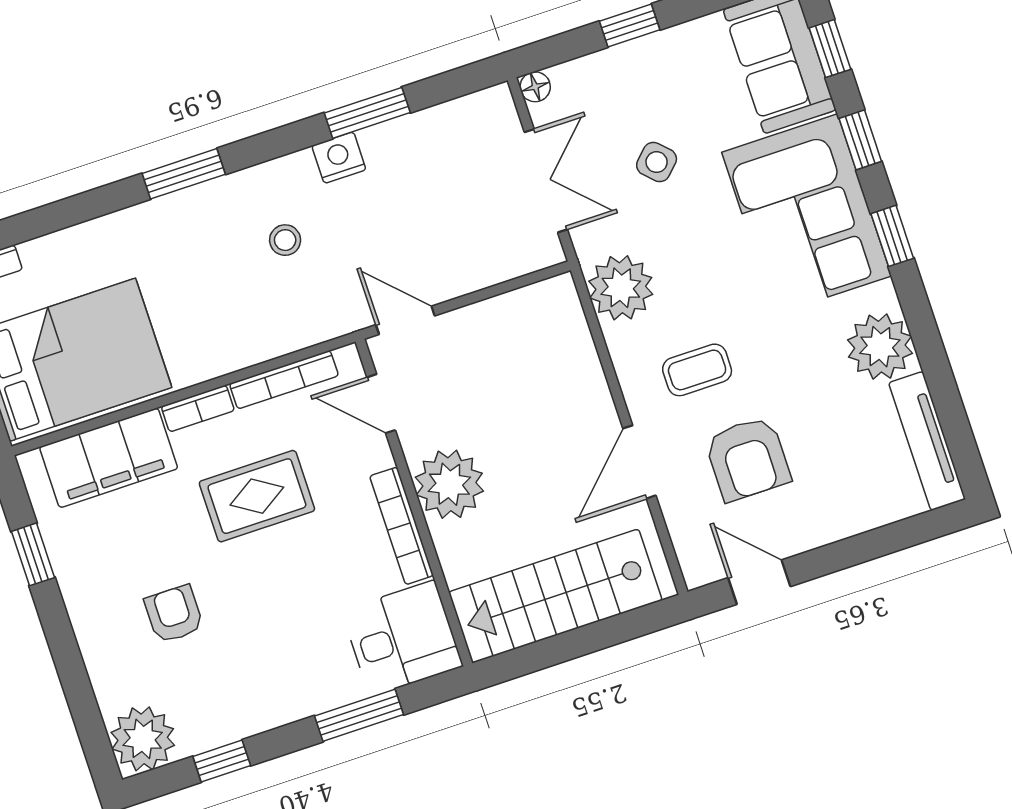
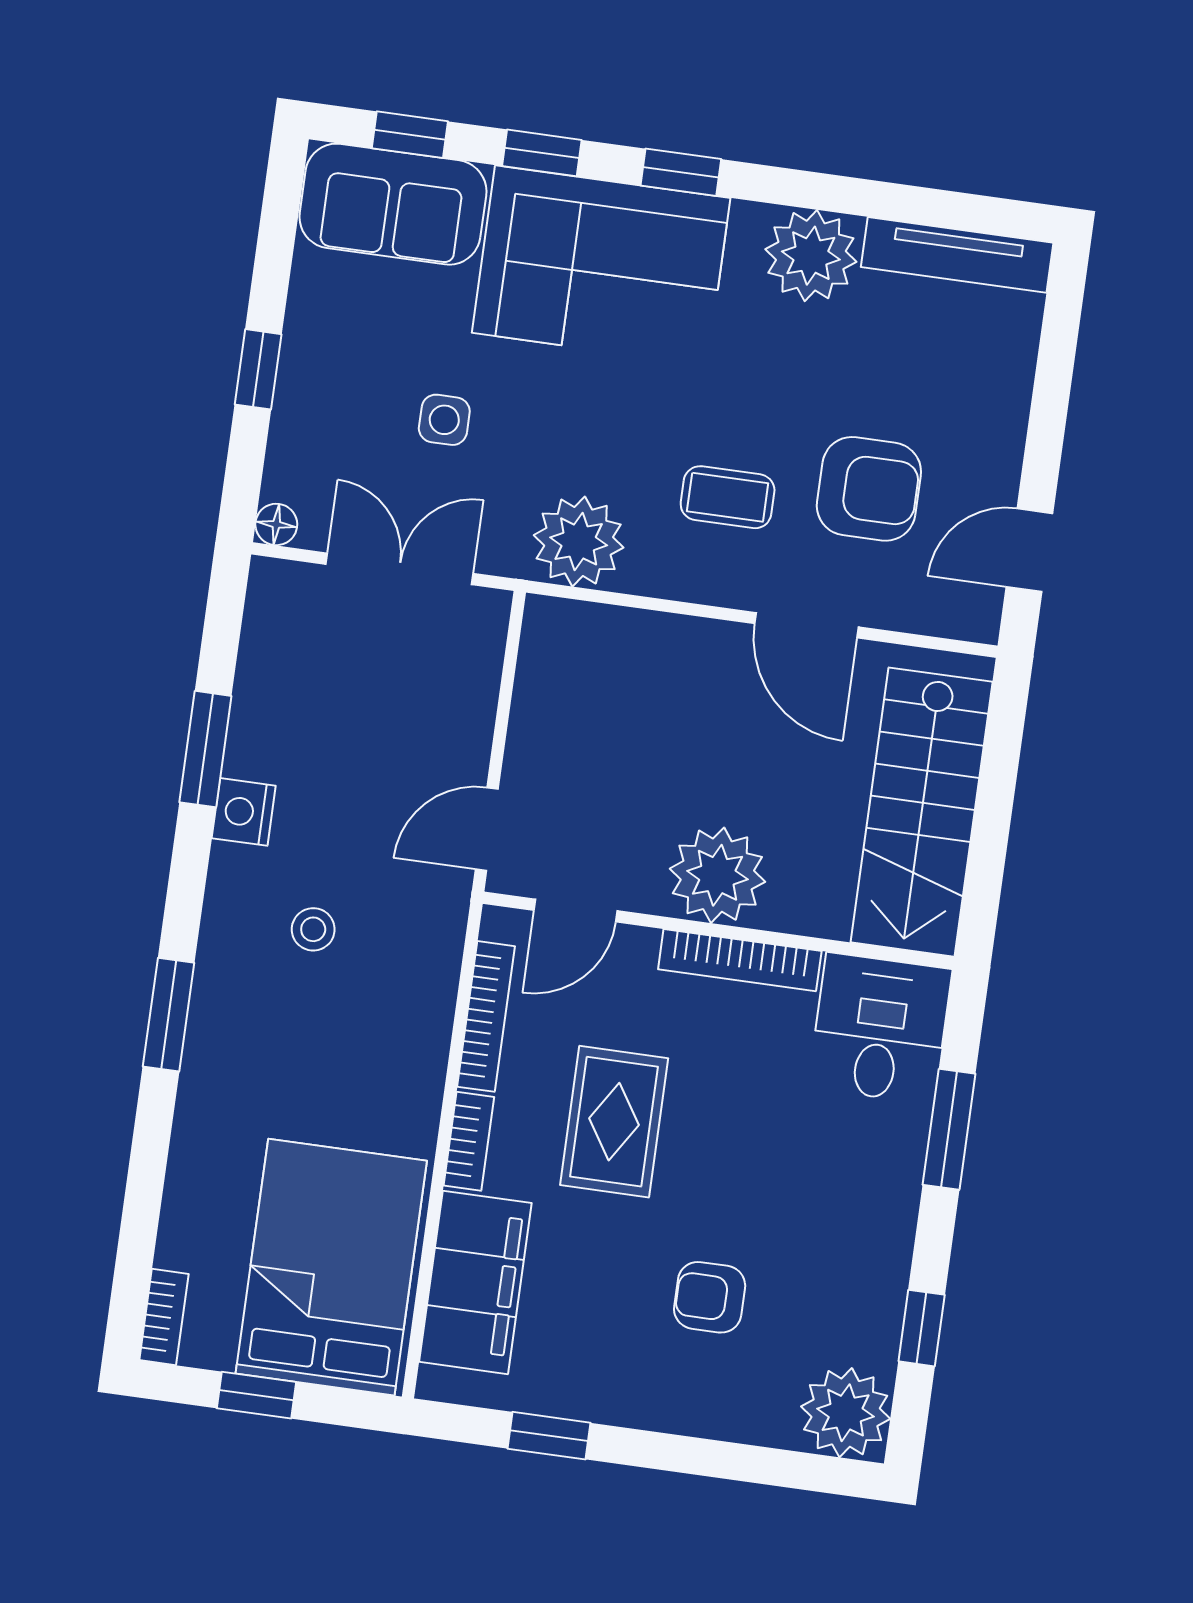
side table: (657, 162) -> (444, 420), turned 45
coffee table: (697, 370) -> (728, 497), turned 90

